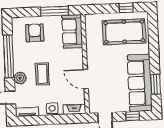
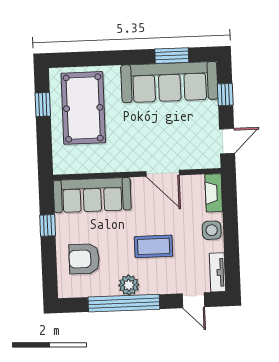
window: (54, 11) -> (48, 225), width x0.46
sofa: (72, 31) -> (92, 195), width x1.36
plant: (20, 78) -> (129, 285), moved
door: (86, 79) -> (163, 173), hinge flipped

